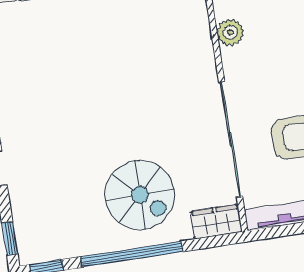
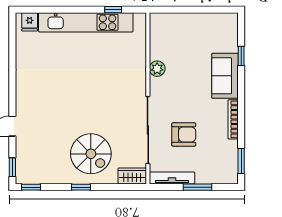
window: (132, 254) -> (81, 187), width x0.32

